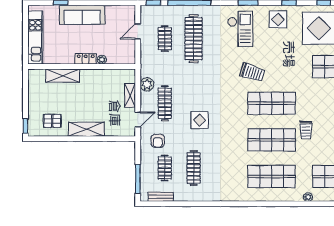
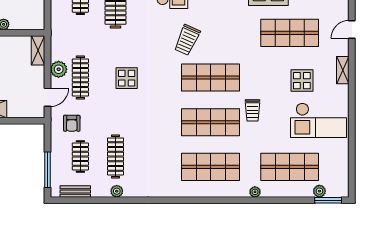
trolley: (252, 73) -> (187, 40), turned 97
plant: (147, 84) -> (59, 69), moved
shelving: (130, 95) -> (38, 50), moved
display table: (200, 120) -> (127, 78), moved
plant: (195, 196) -> (117, 191), added

